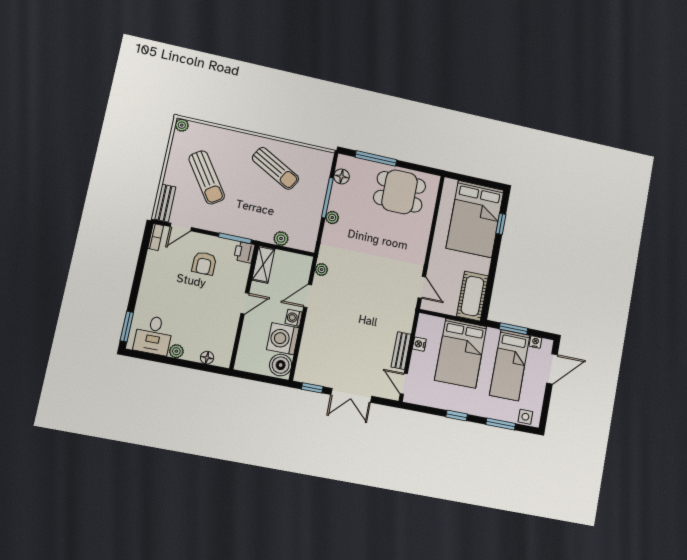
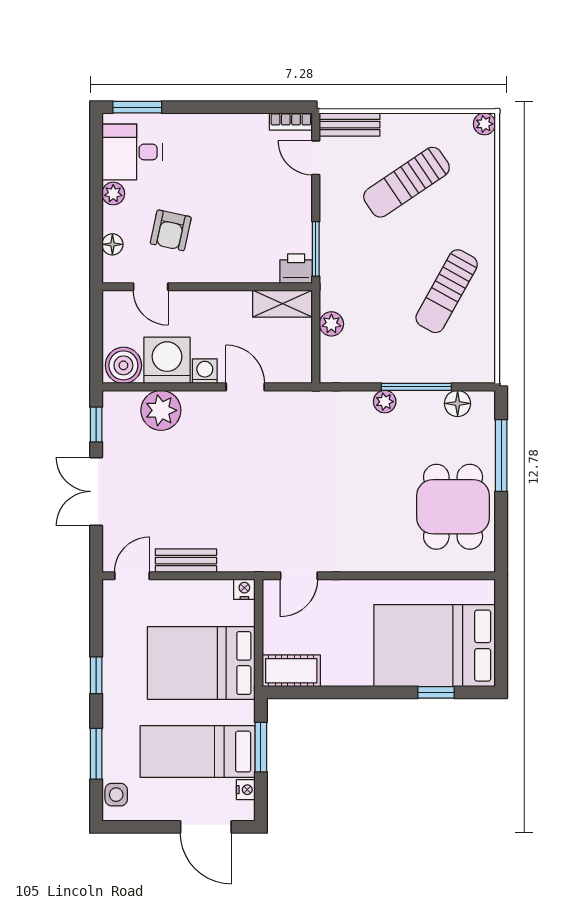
armchair: (204, 263) -> (171, 230), moved, turned -78
plant: (321, 270) -> (161, 410), moved, width x1.88, depth x1.88
cot: (472, 296) -> (291, 671), width x0.73, depth x0.75
door: (245, 303) -> (151, 287), moved
nightstand: (419, 344) -> (244, 589), moved

